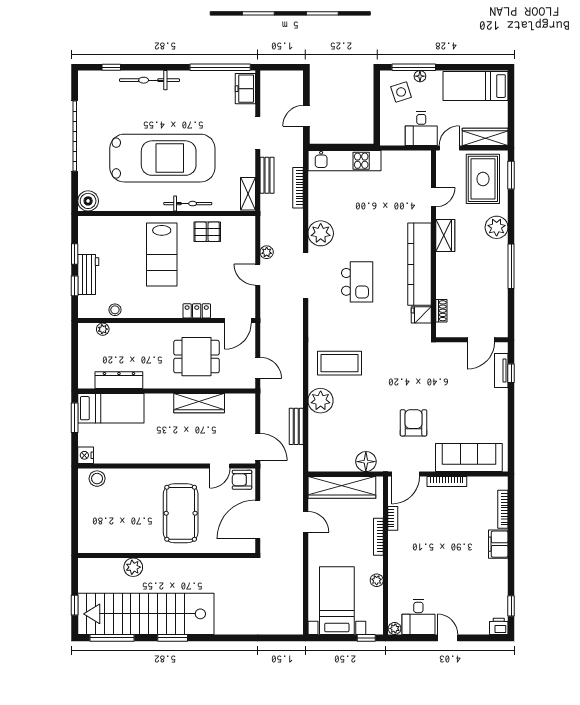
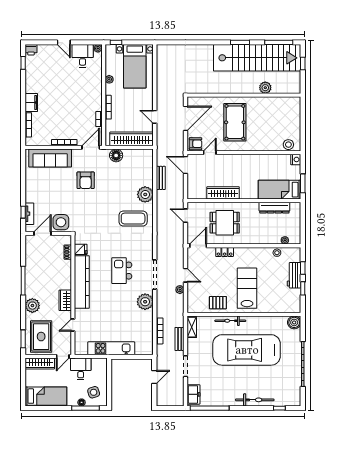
kitchen unit: (344, 161) -> (111, 348), moved
side table: (452, 357) -> (61, 222), added

